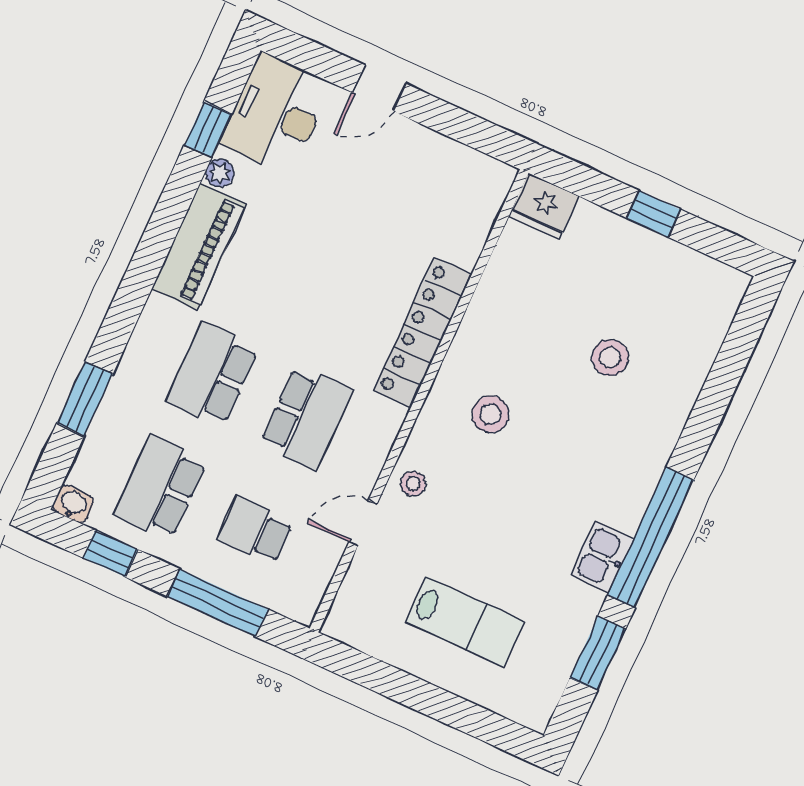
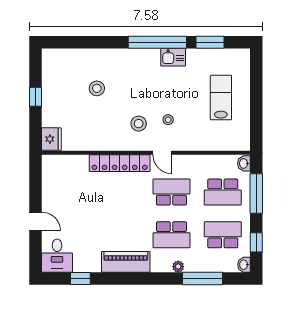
desk: (276, 114) -> (57, 256), width x0.73
plant: (220, 173) -> (178, 267), moved
window: (85, 399) -> (203, 278), width x1.44
stool: (413, 484) -> (168, 120), moved
school desk: (160, 487) -> (223, 235), turned 180
door: (363, 523) -> (162, 153), moved
school desk: (255, 531) -> (223, 192), width x1.85
washbasin: (296, 606) -> (244, 163), added

